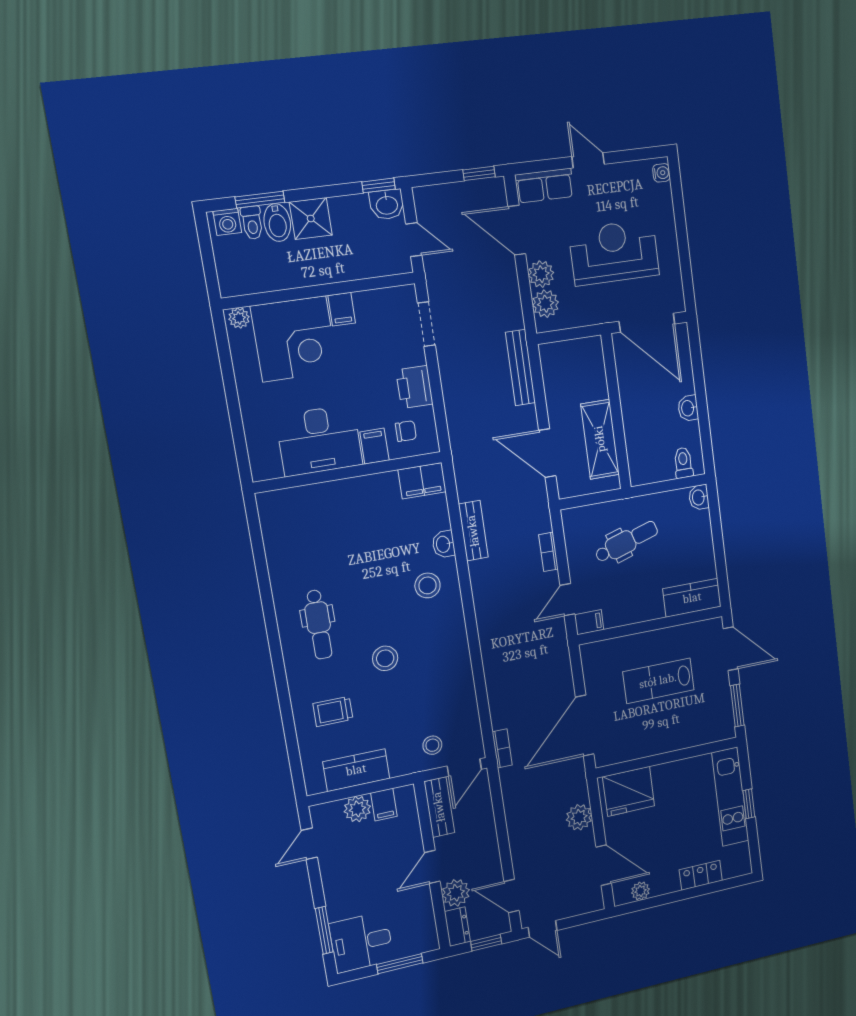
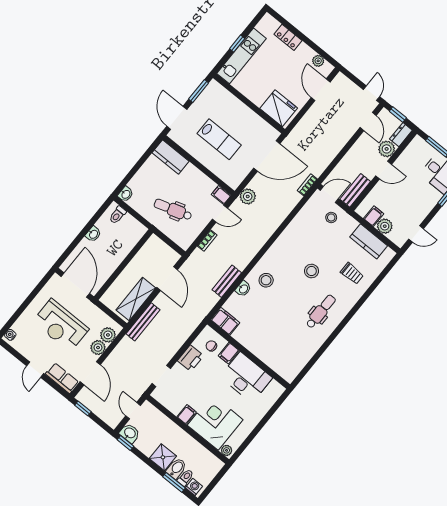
shelving: (600, 439) -> (136, 299), moved
plant: (579, 817) -> (248, 196), moved

